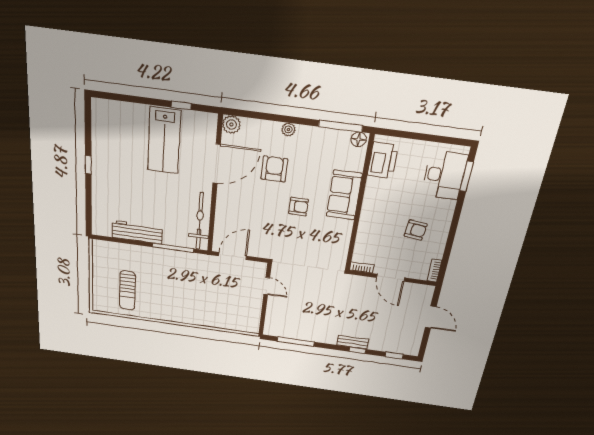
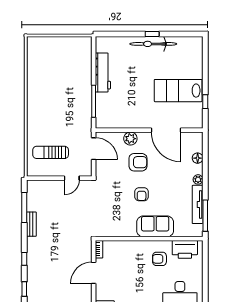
plant: (231, 125) -> (130, 139), moved
tv unit: (323, 135) -> (198, 204), added
floor lamp: (359, 139) -> (198, 158), moved
armchair: (274, 169) -> (138, 162), moved
bicycle: (200, 221) -> (153, 44), moved, turned 180
armchair: (416, 230) -> (159, 259), moved, turned 83
sun lounger: (127, 290) -> (51, 152), moved
bench: (353, 342) -> (31, 224), moved

